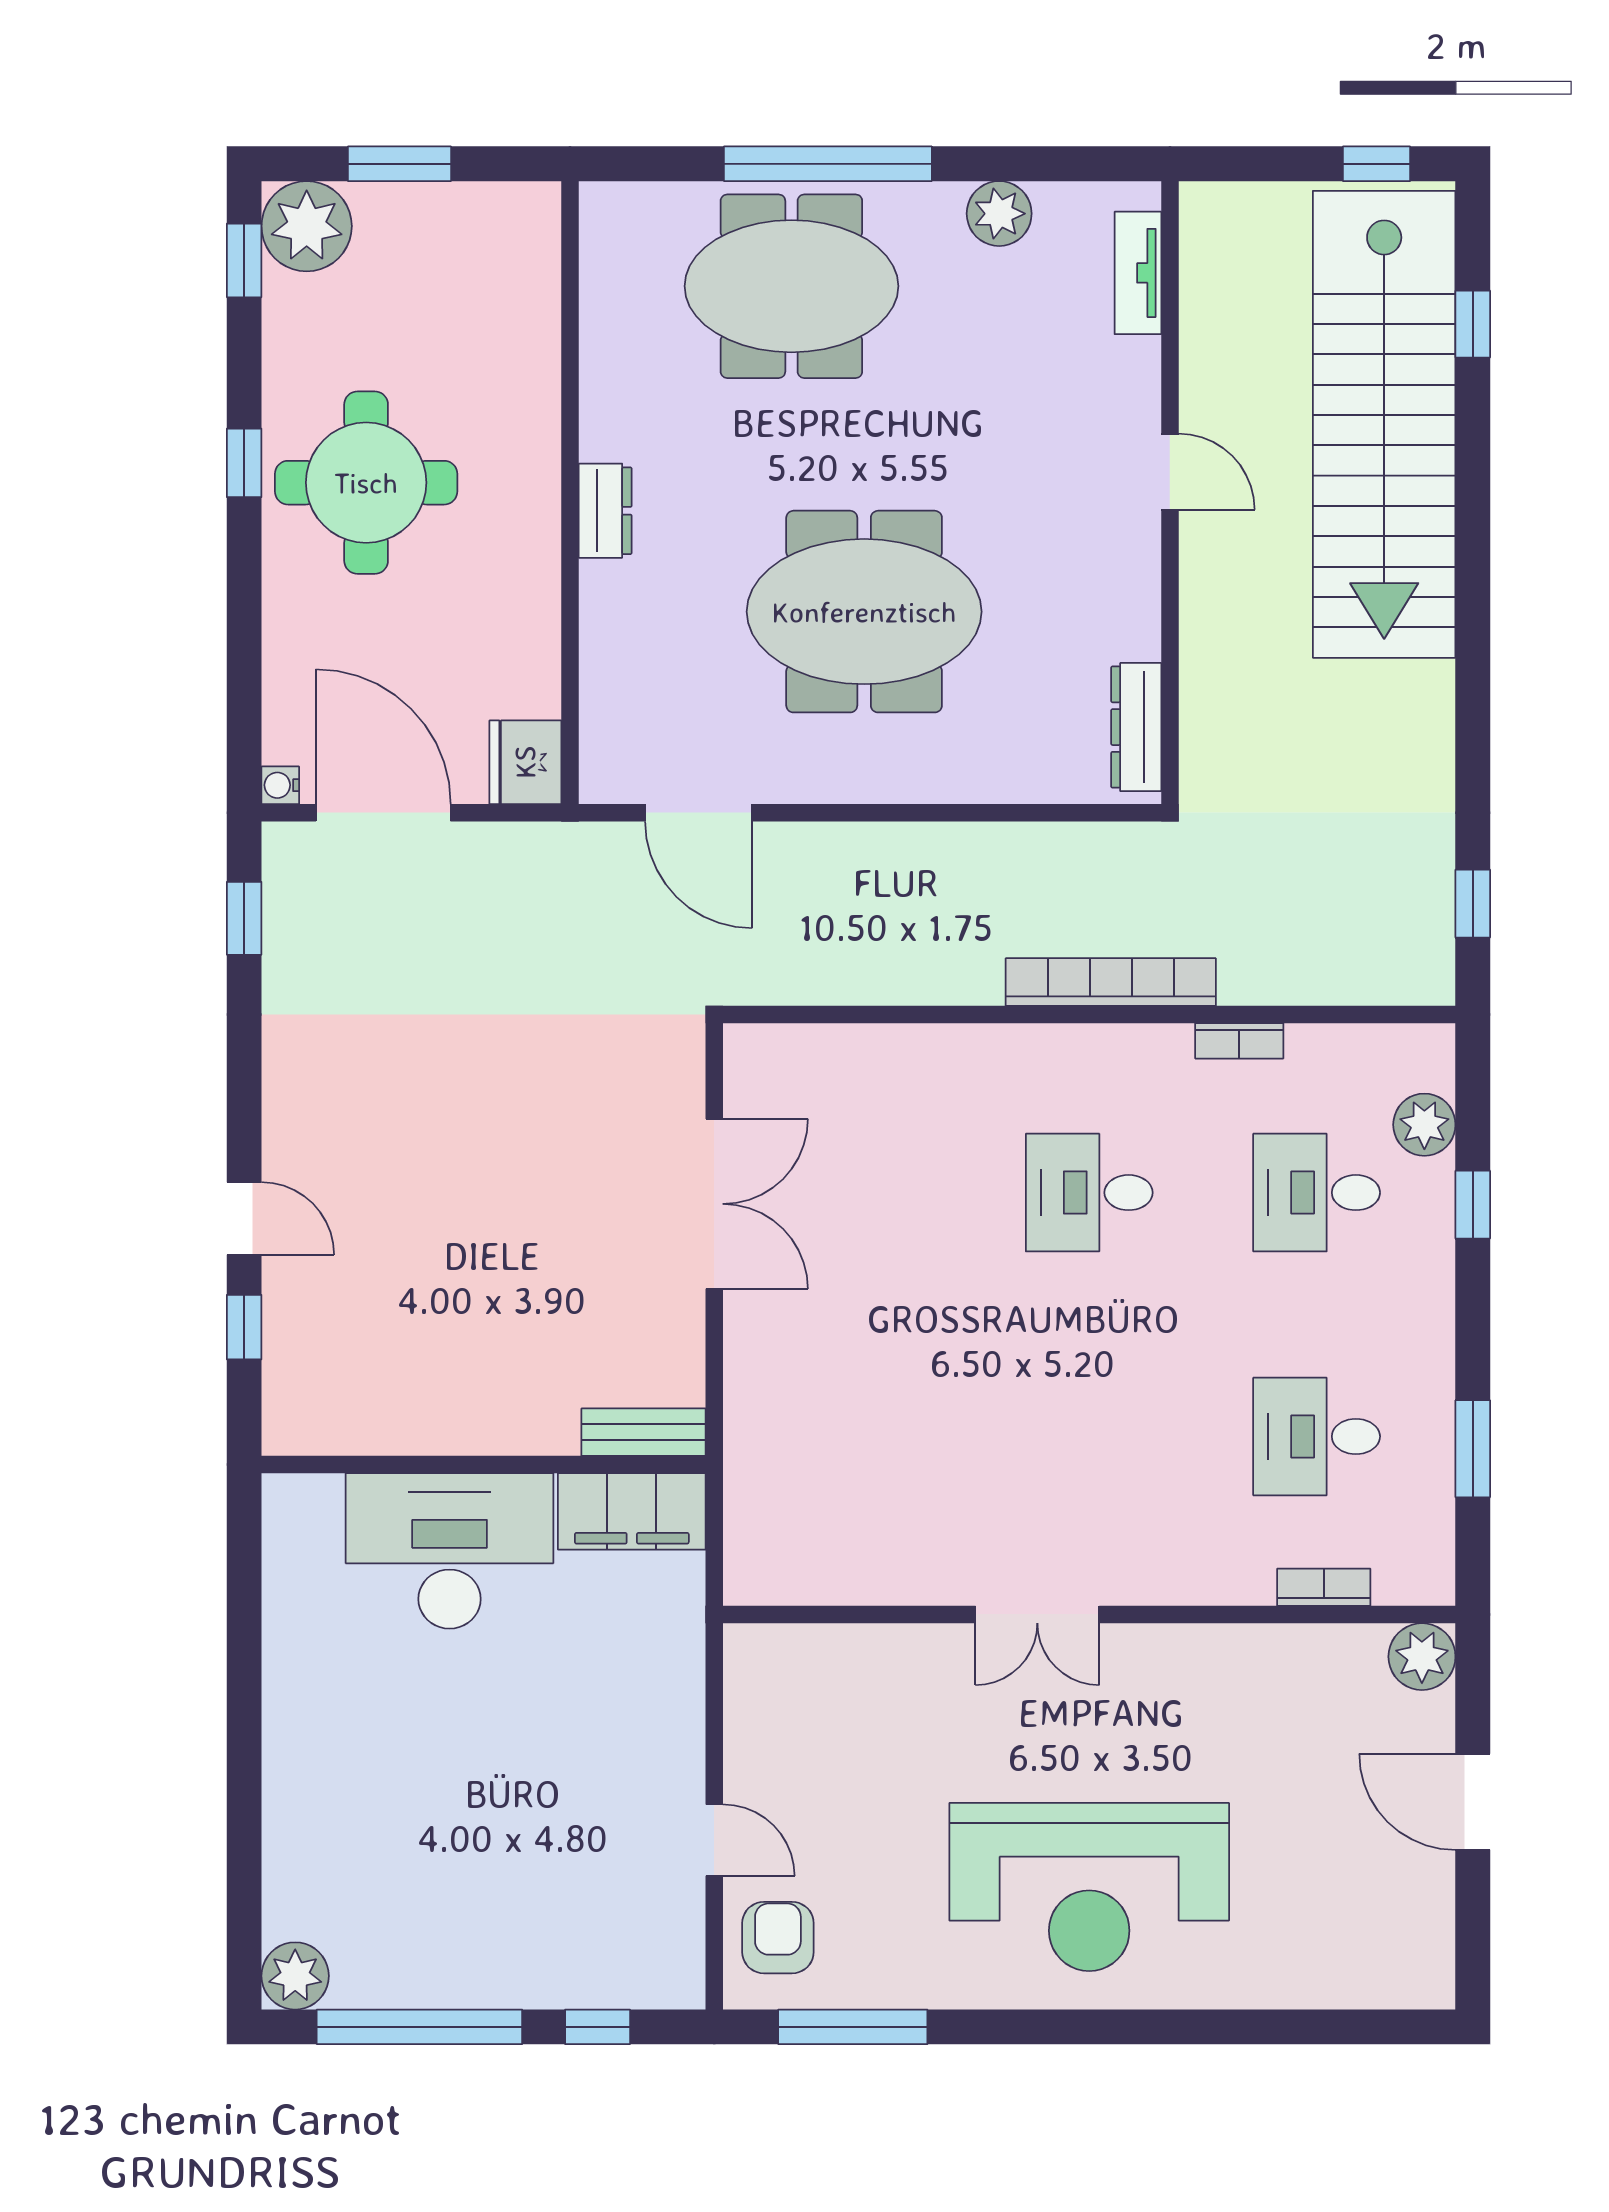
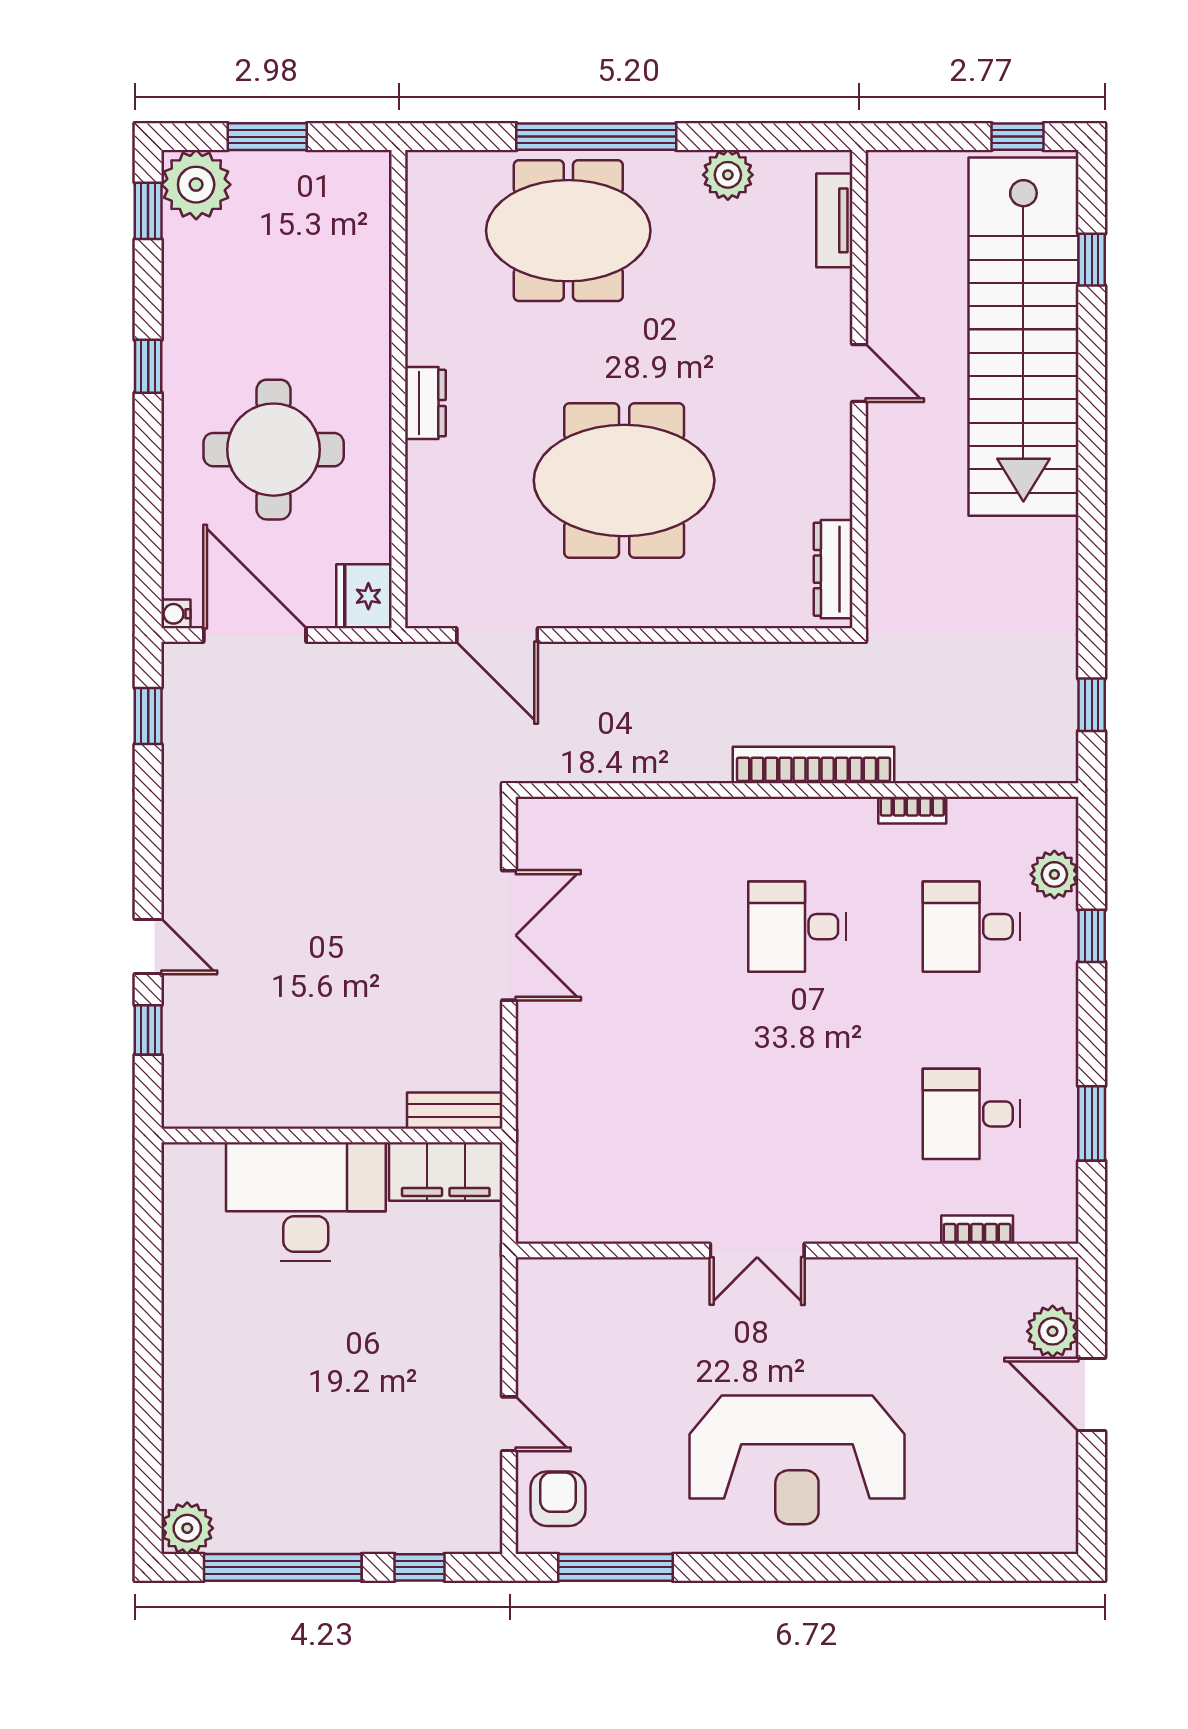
round table: (366, 483) -> (274, 450), moved
plant: (1422, 1657) -> (1053, 1331), moved

